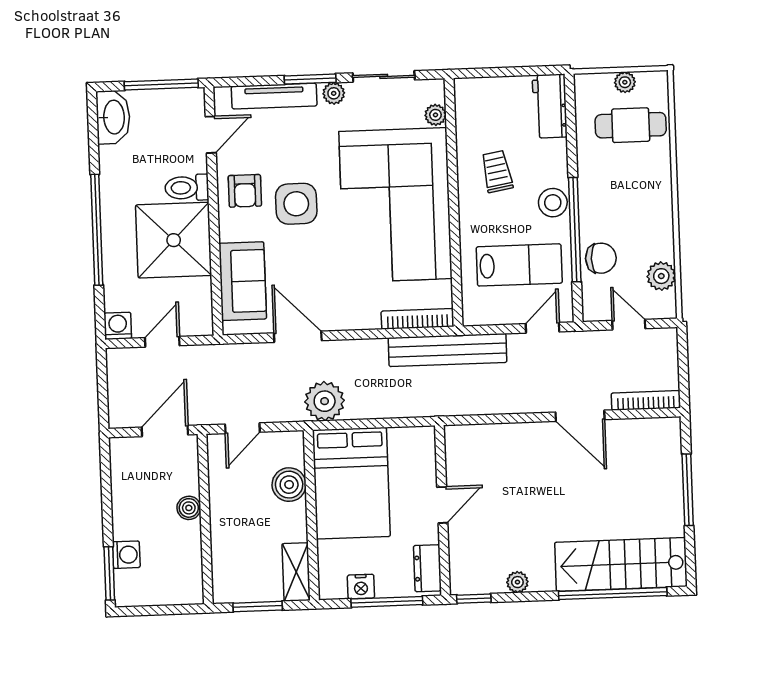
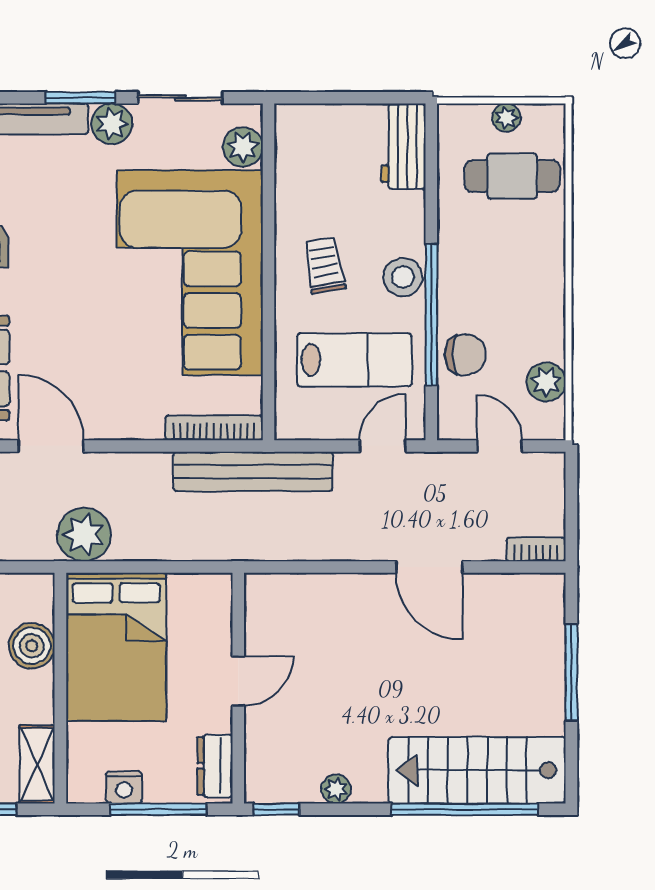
plant: (334, 93) -> (112, 124), width x1.38, depth x1.38
plant: (435, 115) -> (243, 147), width x1.38, depth x1.38
trolley: (497, 171) -> (324, 265), moved
side table: (296, 204) -> (56, 266), removed
bookcase: (646, 400) -> (536, 549), width x0.64

